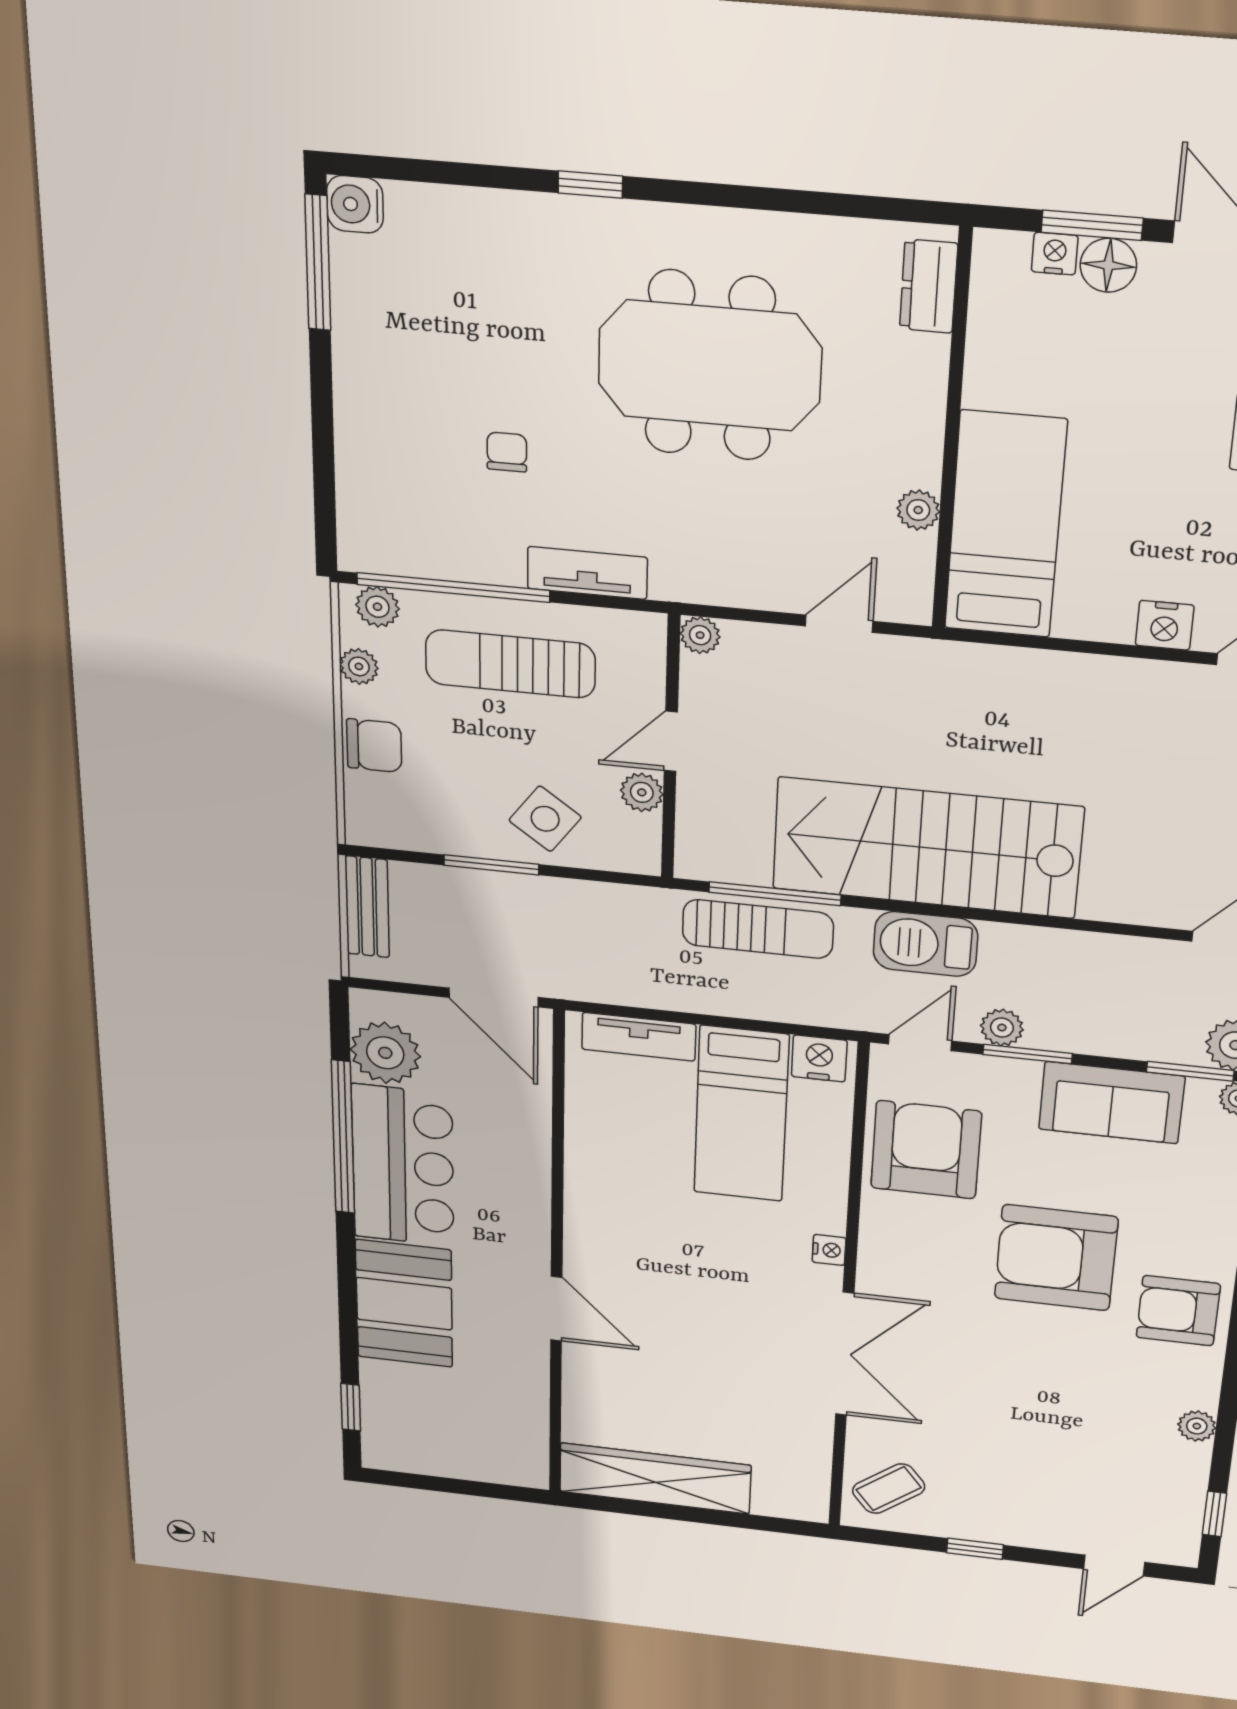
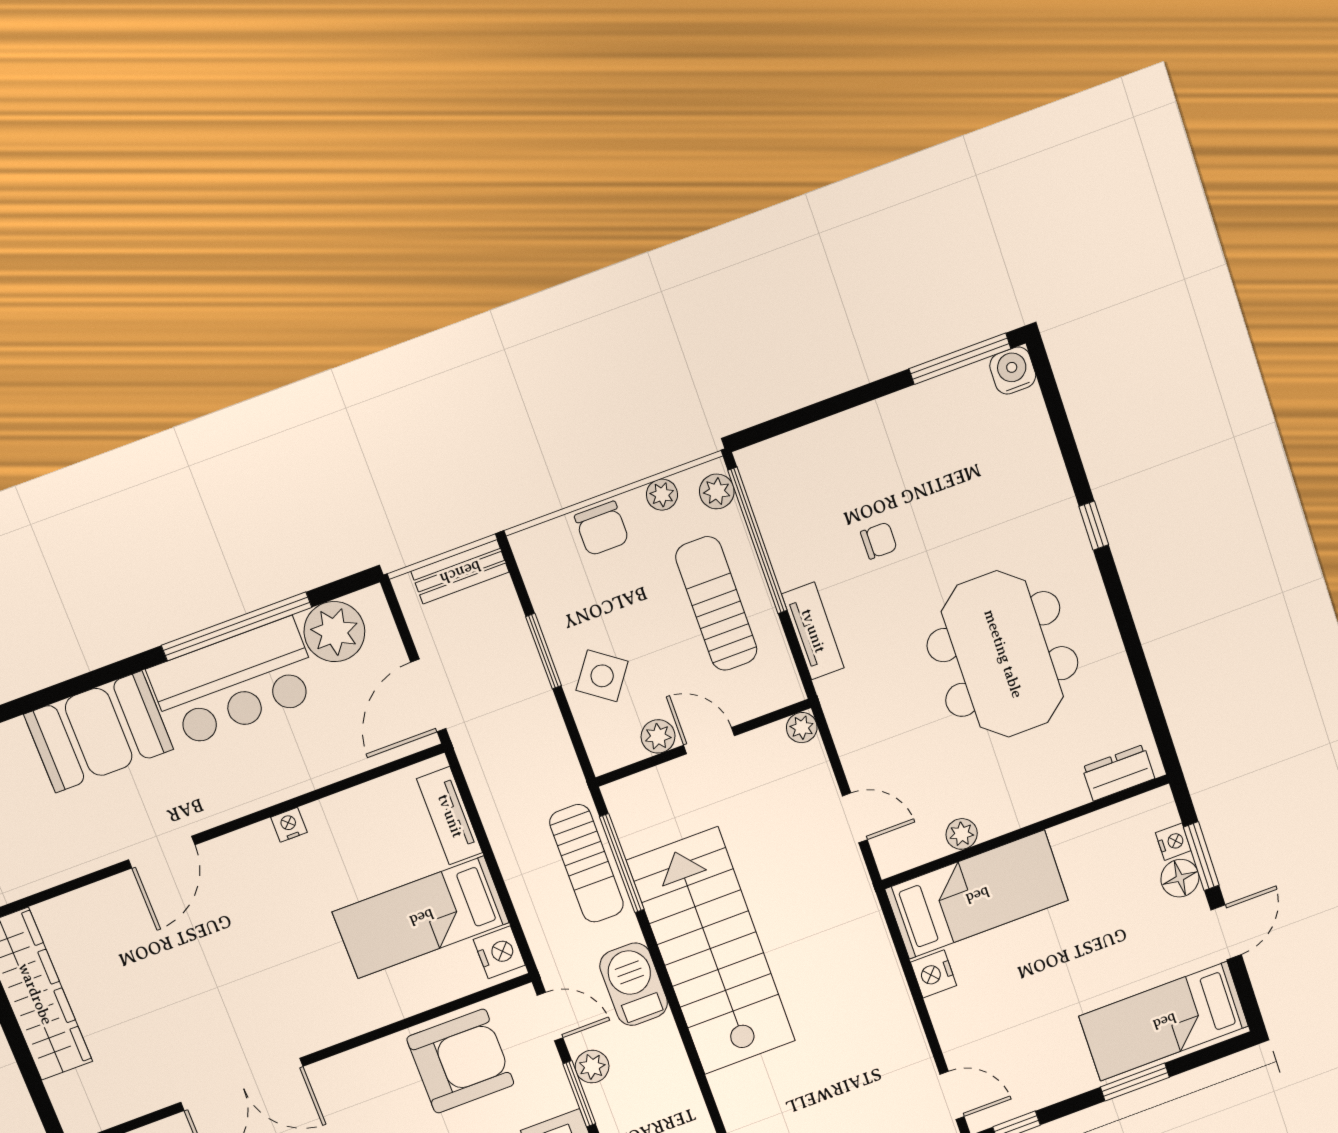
nightstand: (1165, 625) -> (934, 974), moved
nightstand: (829, 1250) -> (289, 825), moved, turned 180

